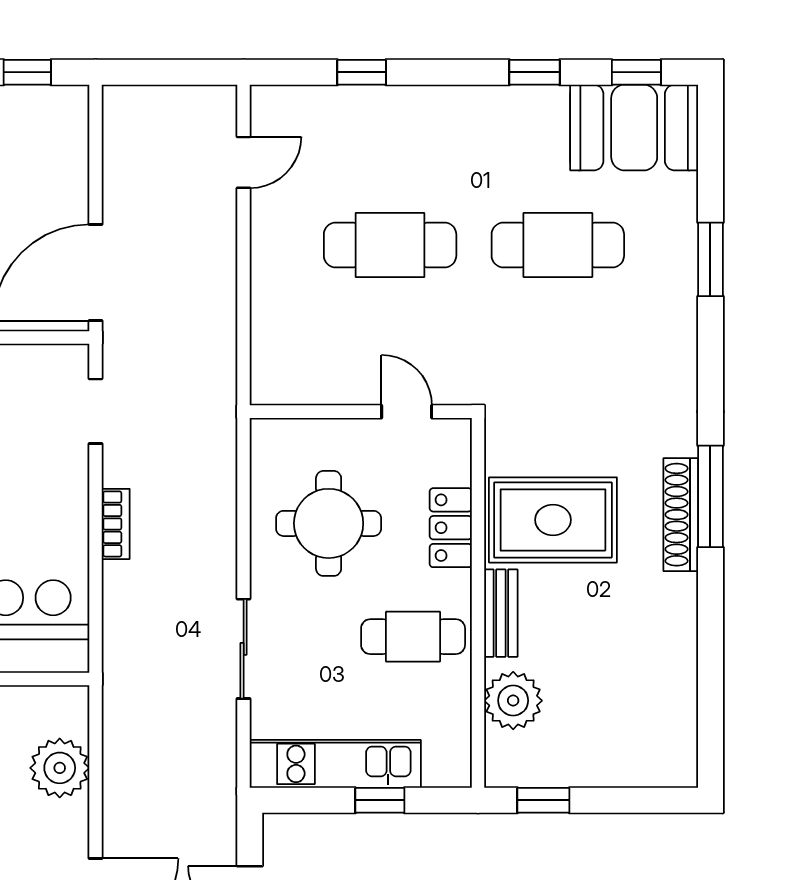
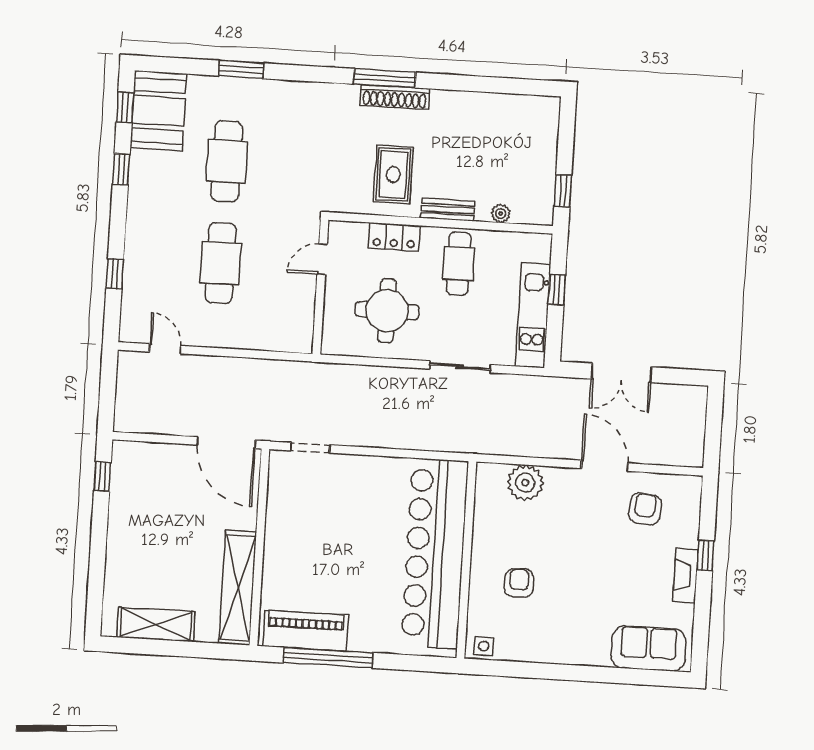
rug: (553, 520) -> (393, 175), width x0.73, depth x0.70
bookcase: (116, 524) -> (379, 440), removed
plant: (513, 701) -> (501, 214), width x0.53, depth x0.53

